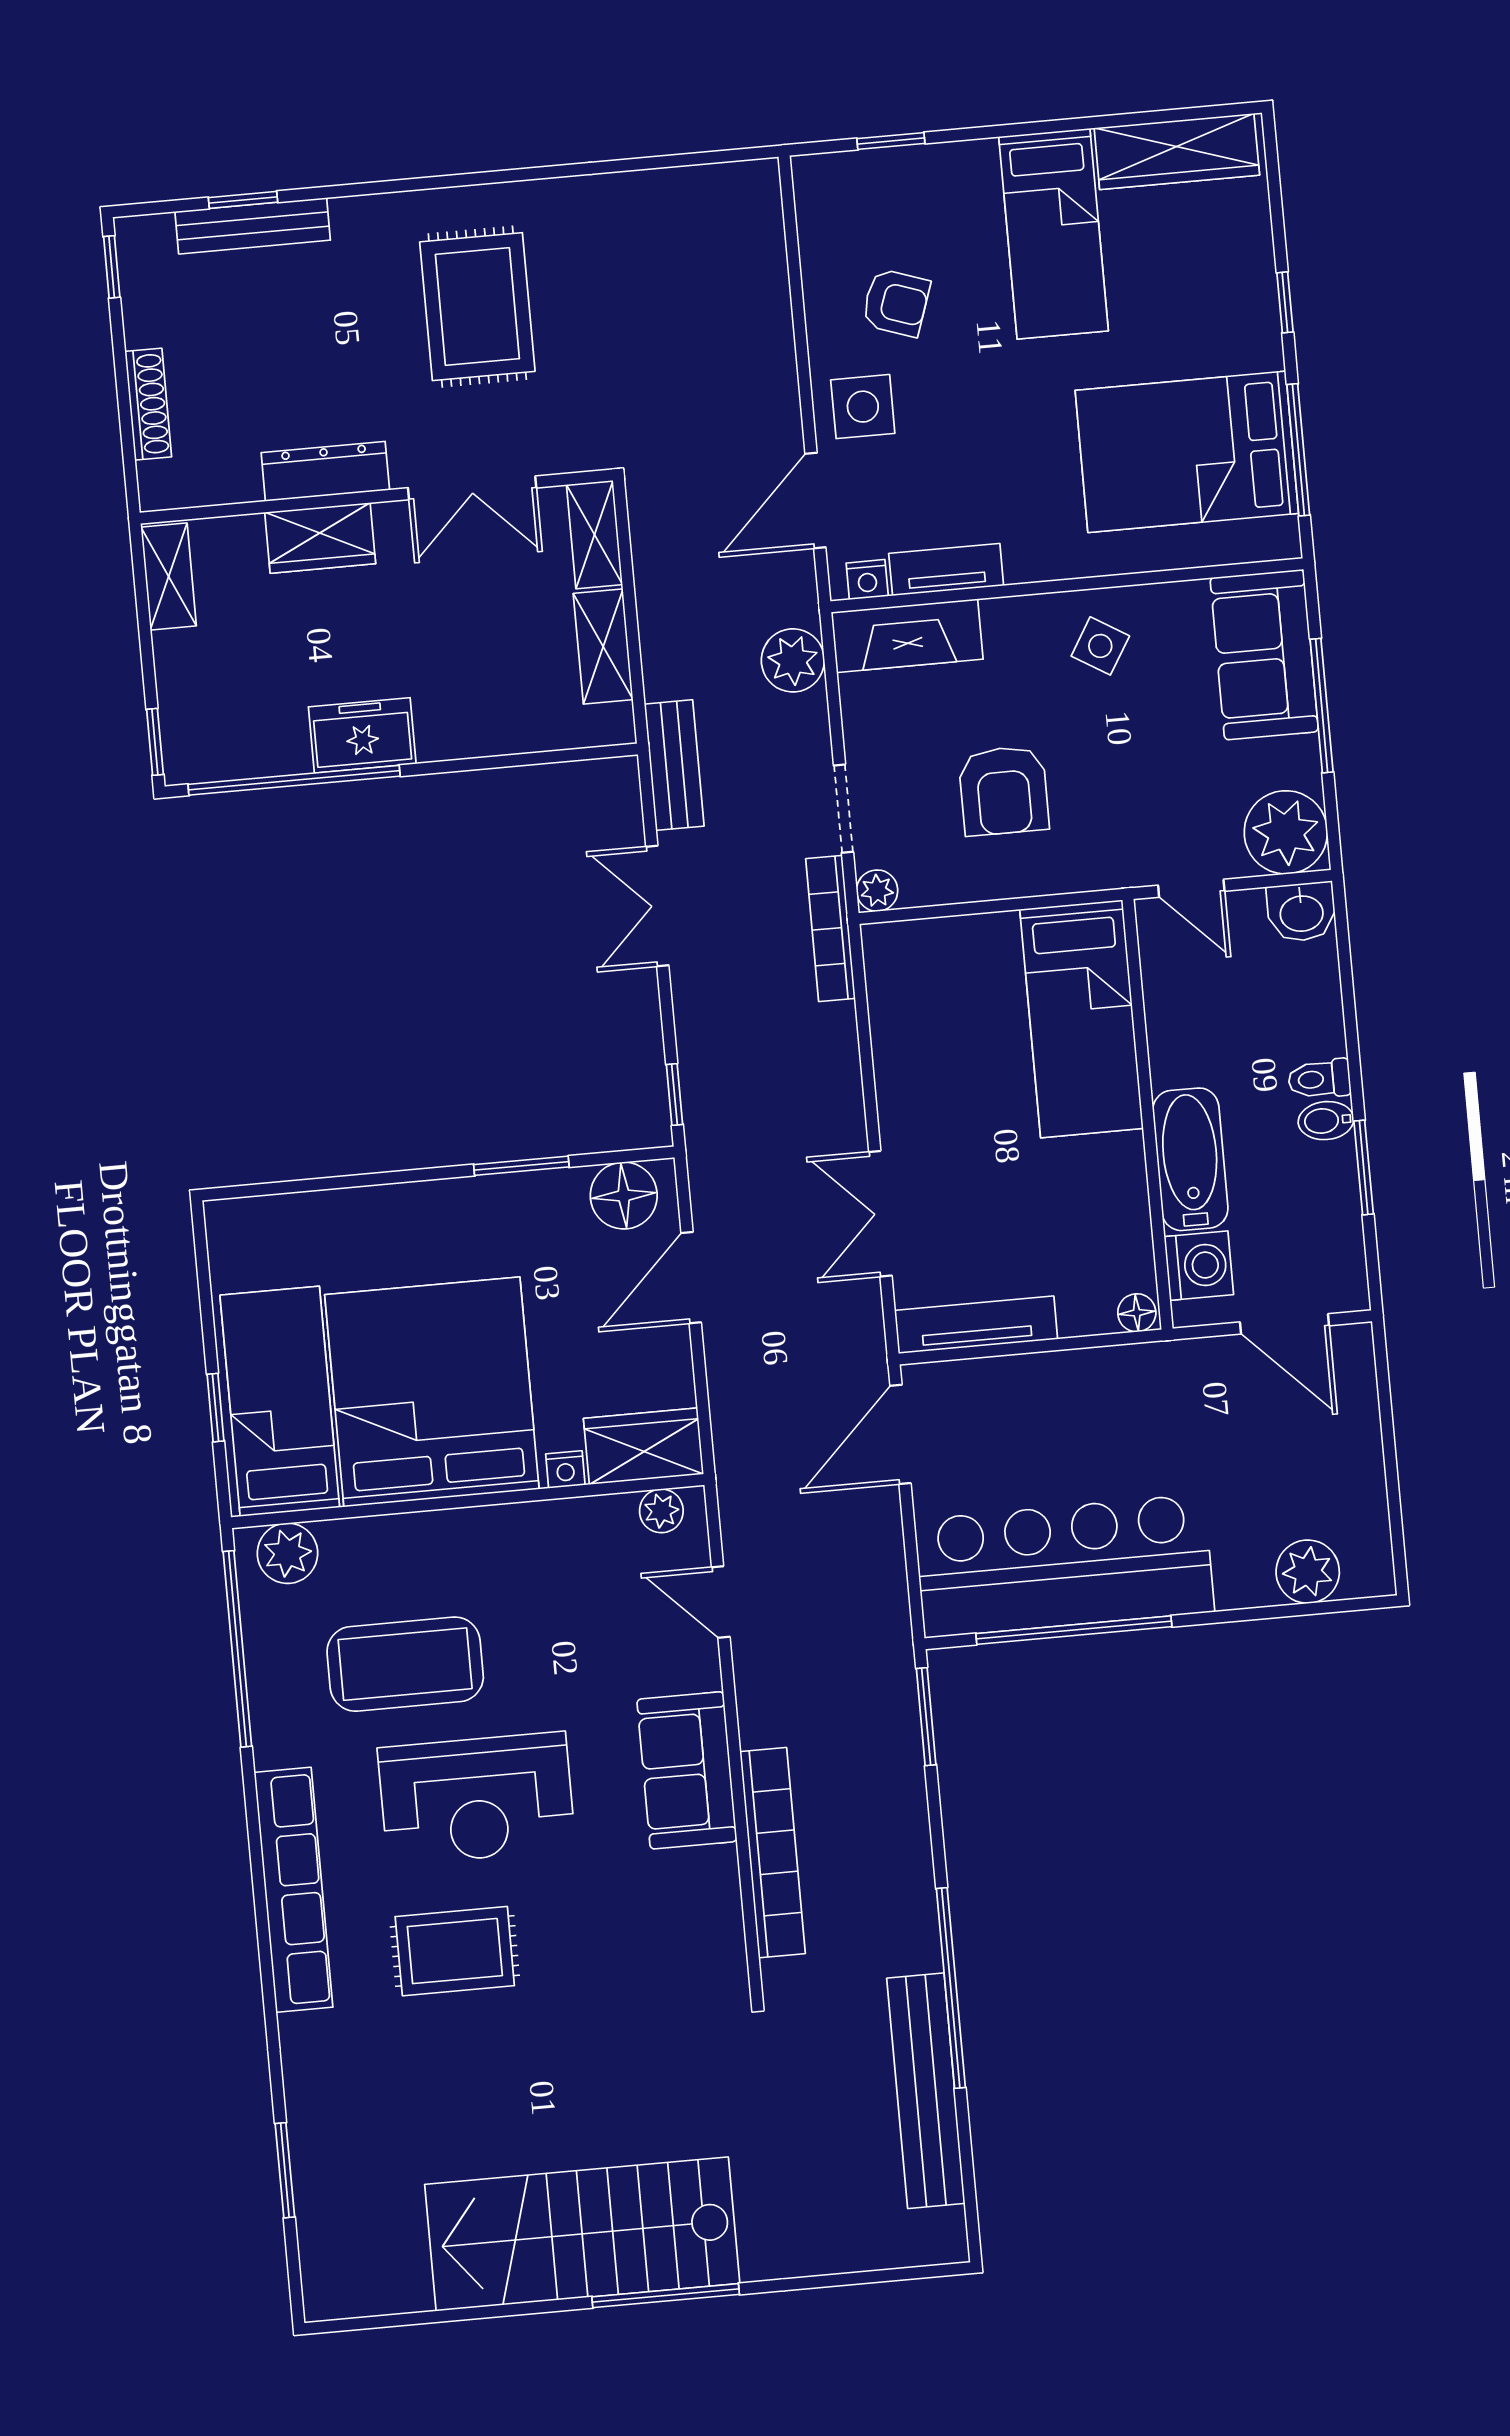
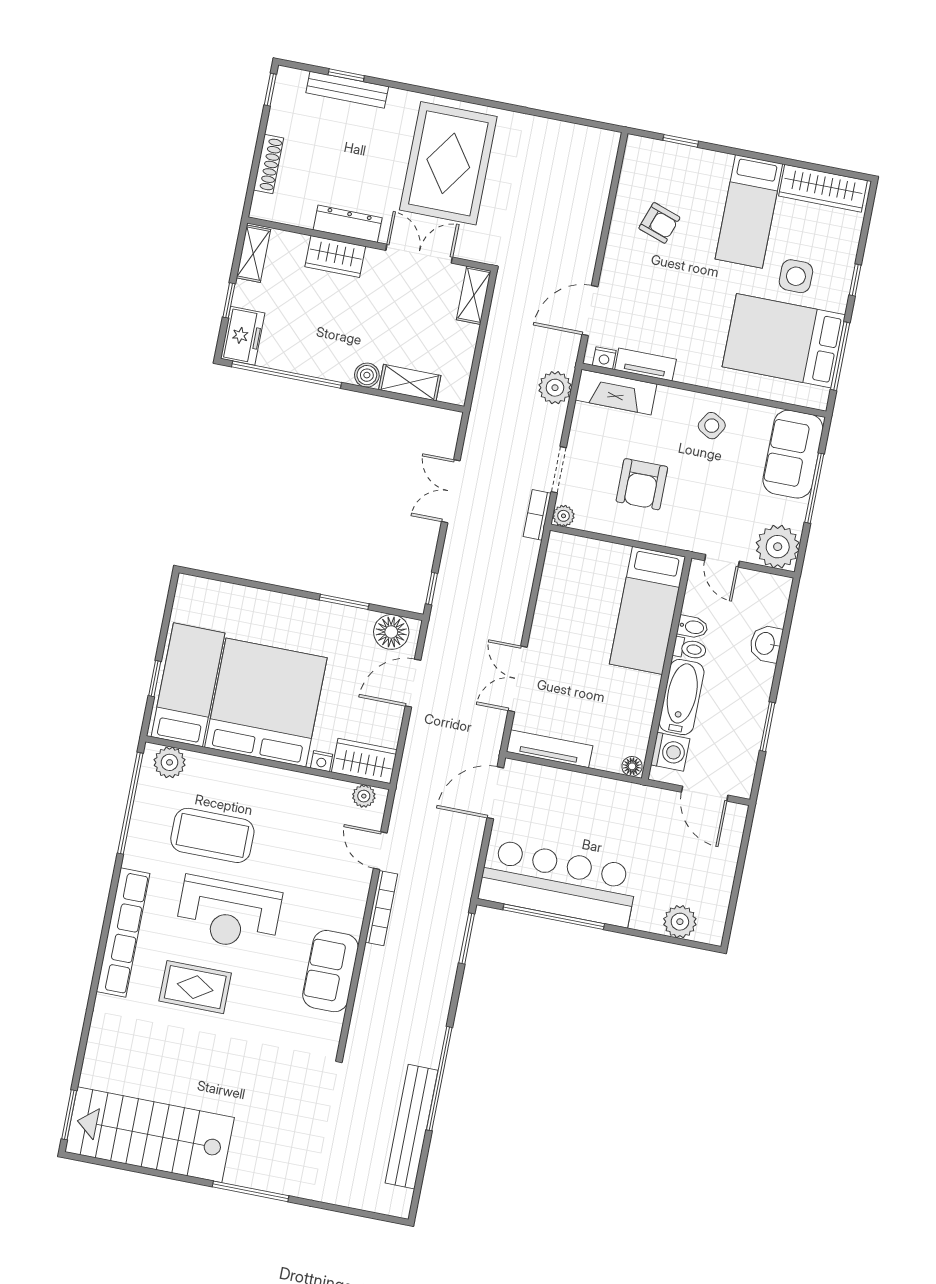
rug: (477, 307) -> (448, 163), width x1.37, depth x1.44
side table: (863, 407) -> (796, 276), moved
double door: (472, 488) -> (419, 254), swing flipped
shelving: (603, 647) -> (410, 383), moved, turned 90
freezer: (362, 735) -> (243, 336), moved, turned 90
boiler: (441, 738) -> (367, 375), added
window: (155, 742) -> (229, 300), moved
bench: (674, 765) -> (480, 423), removed
washbasin: (1301, 912) -> (766, 644), moved, turned 90
bookcase: (831, 929) -> (537, 515), width x0.64
toilet: (1319, 1079) -> (690, 649), moved, turned 180
bidet: (1326, 1121) -> (692, 627), moved, turned 180
sofa: (687, 1770) -> (330, 971), moved
bookcase: (773, 1853) -> (381, 908), moved, width x0.68, depth x0.76
window: (285, 2170) -> (69, 1115), moved
stairs: (582, 2234) -> (150, 1135), moved

